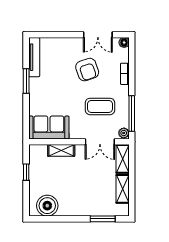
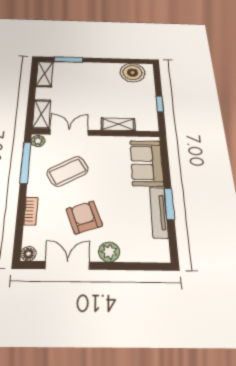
plant: (70, 45) -> (109, 252), added
tv unit: (34, 57) -> (159, 212), moved
coffee table: (100, 106) -> (68, 171), turned -30
sofa: (49, 127) -> (147, 163), moved, turned 90
shelving: (123, 189) -> (45, 74), moved

